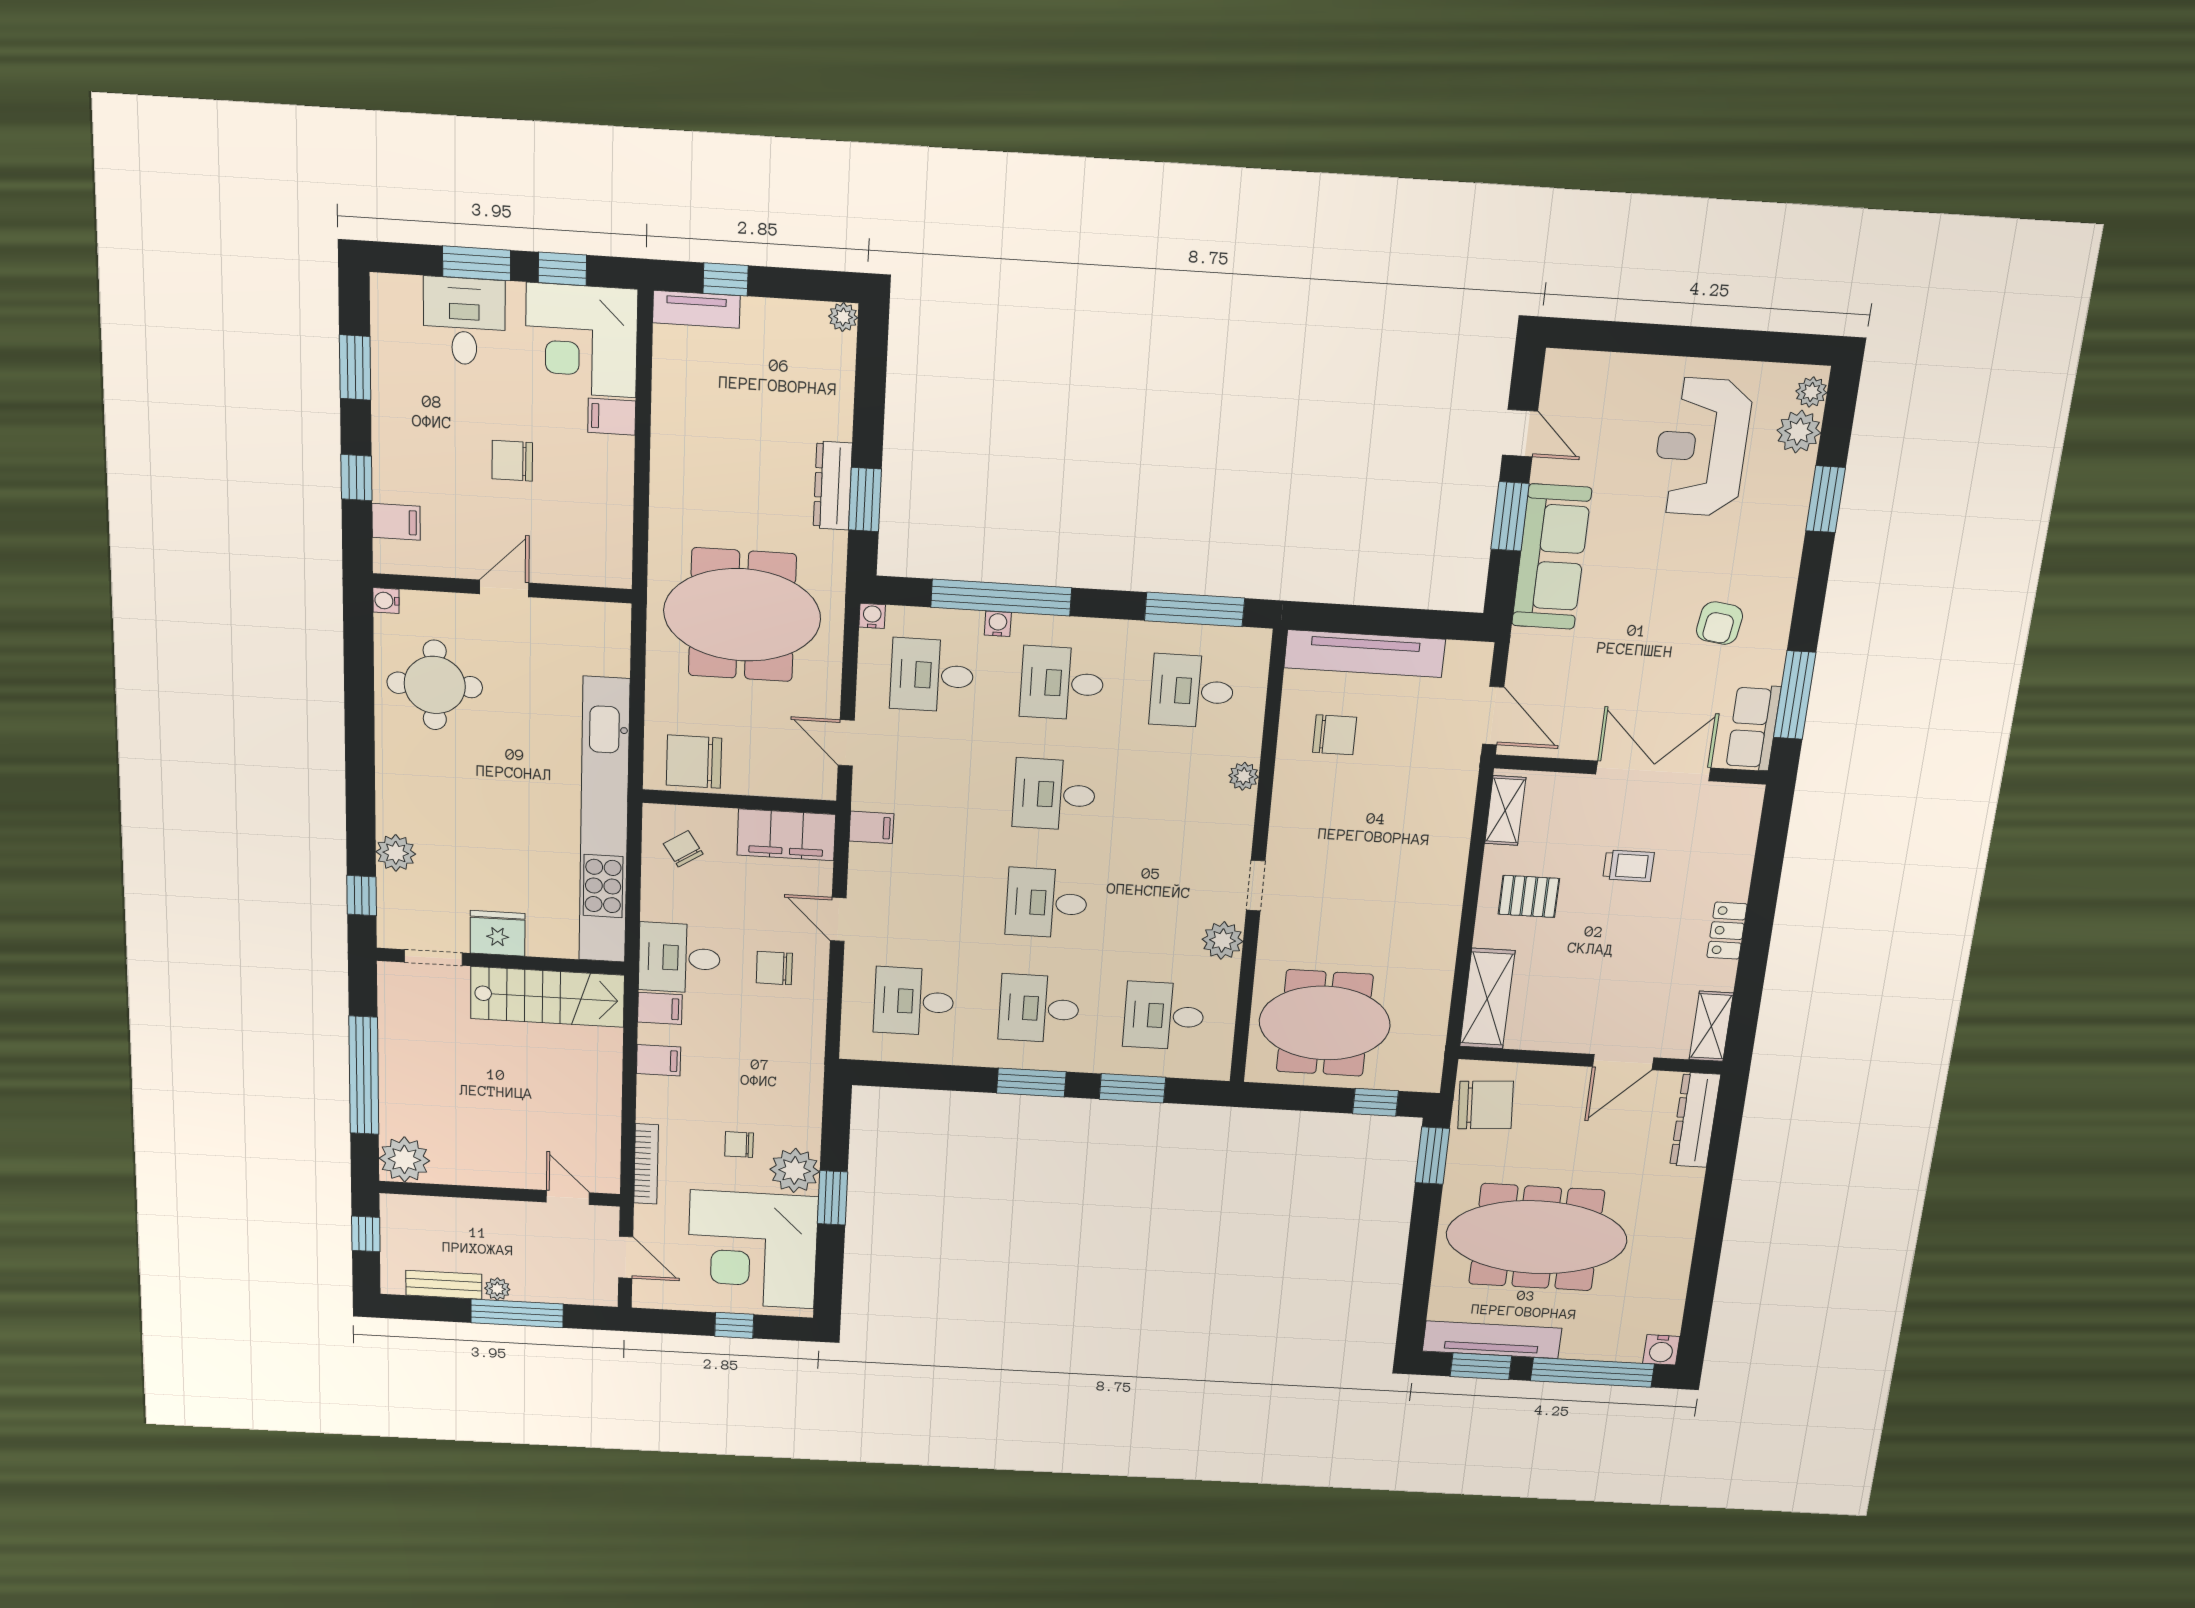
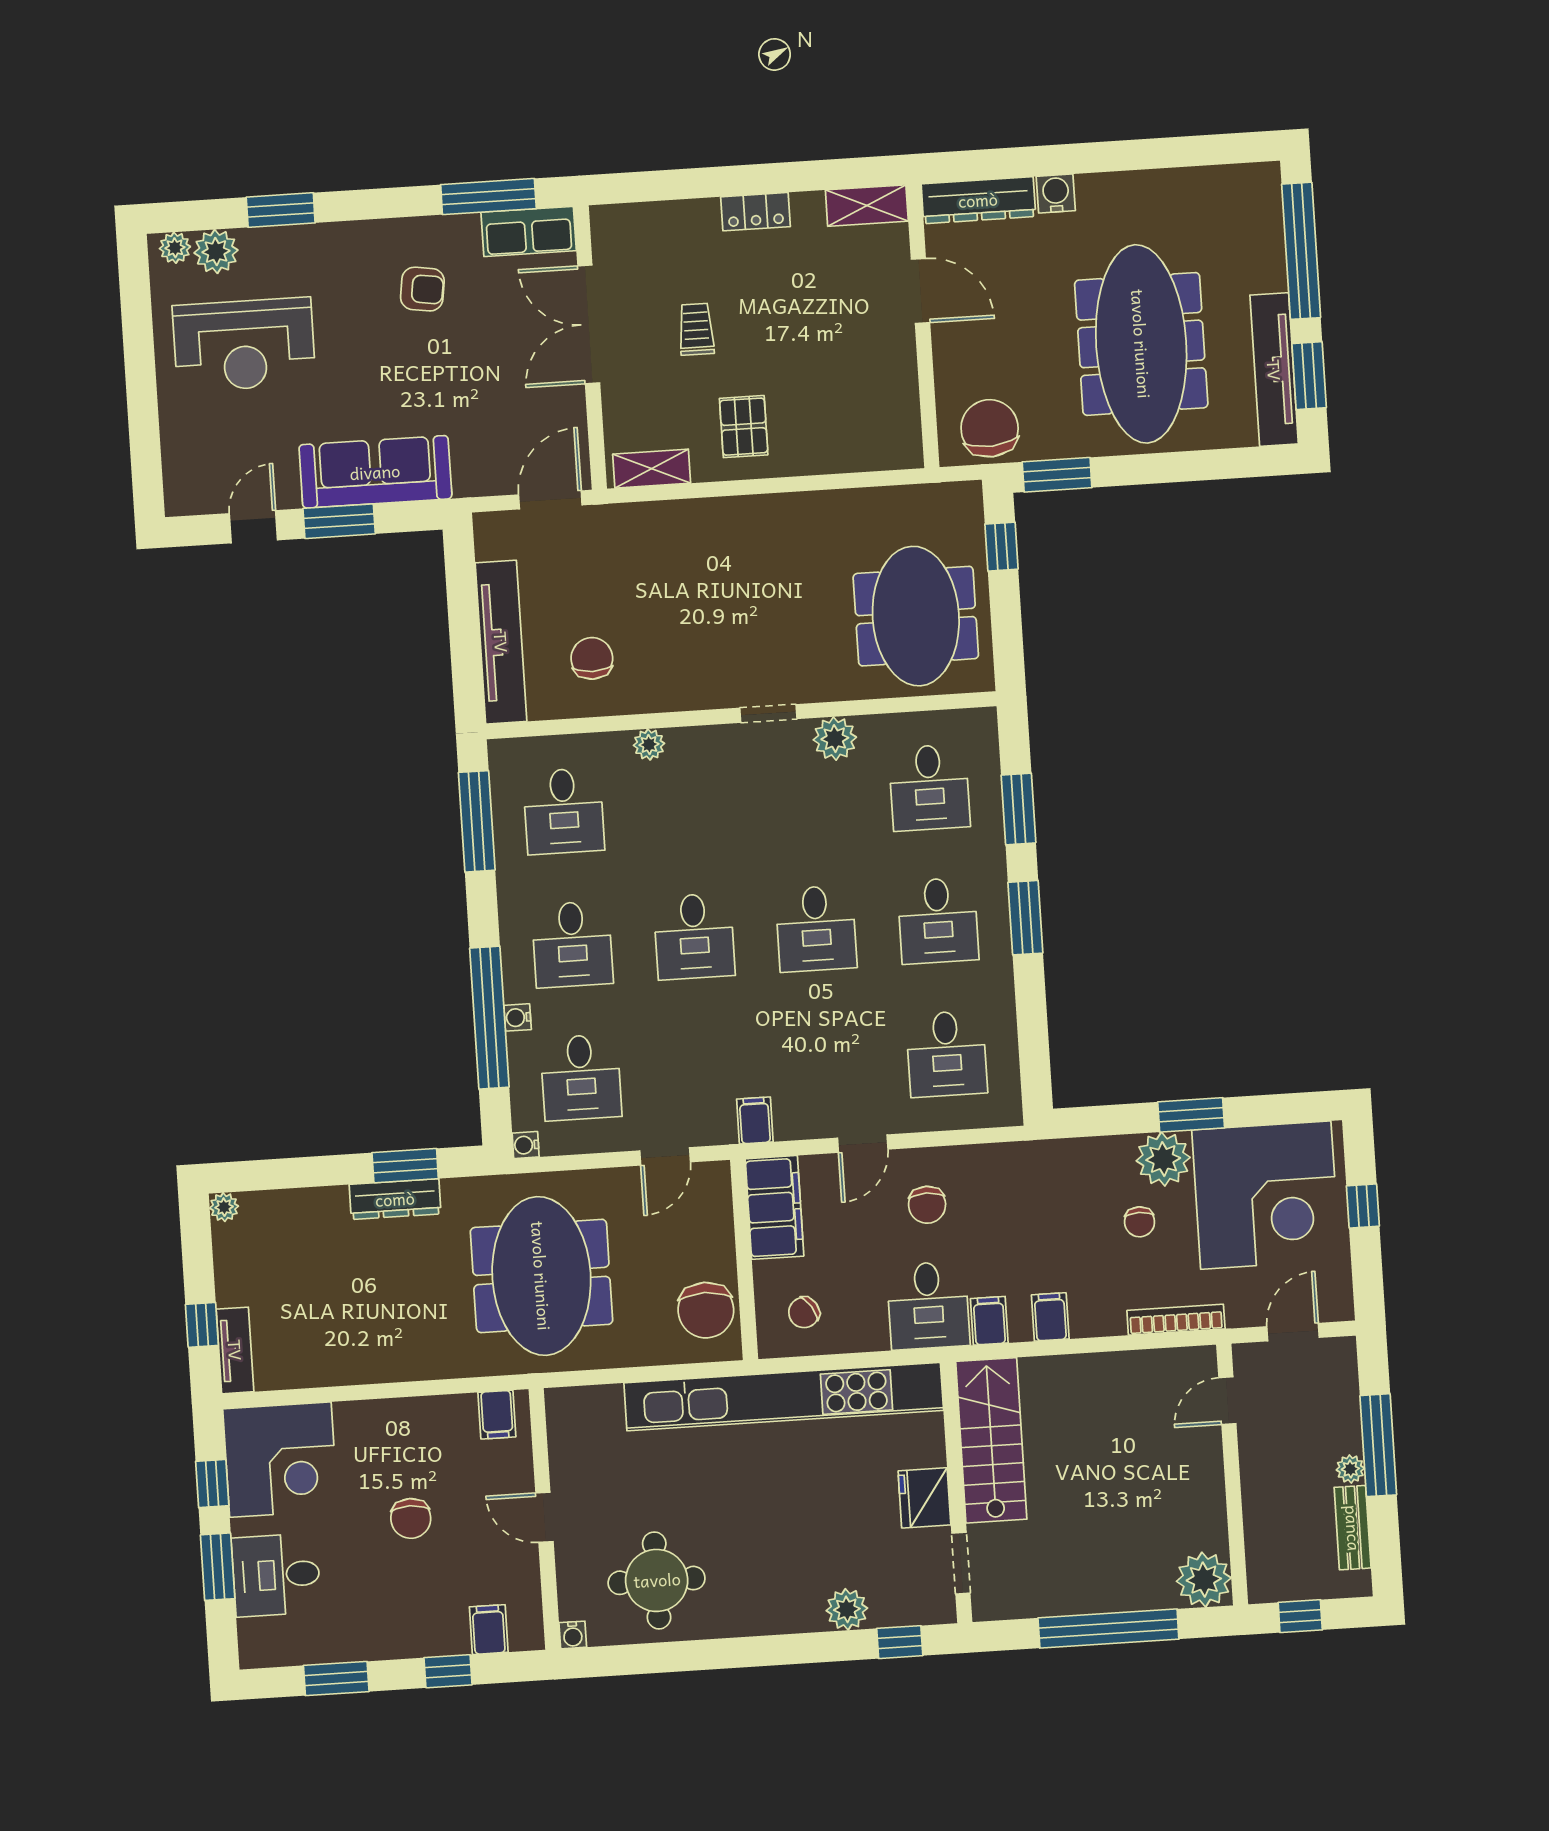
filing cabinet: (612, 417) -> (497, 1415), moved
shelving: (1487, 999) -> (865, 449), removed
water cooler: (1661, 1350) -> (1056, 193), moved, turned -90

